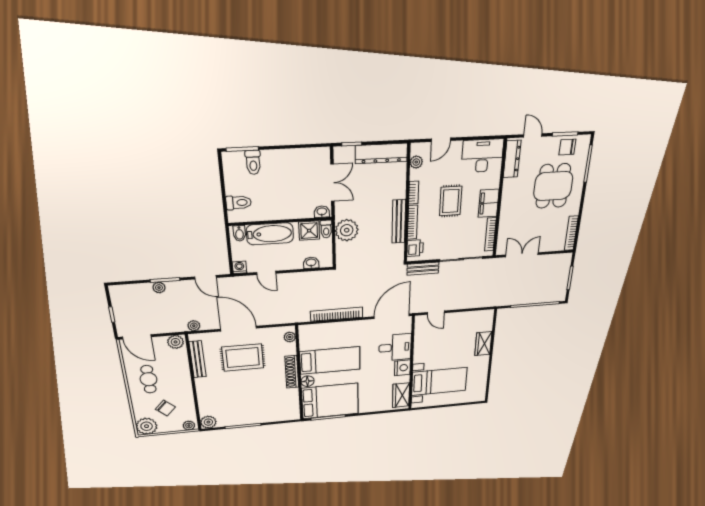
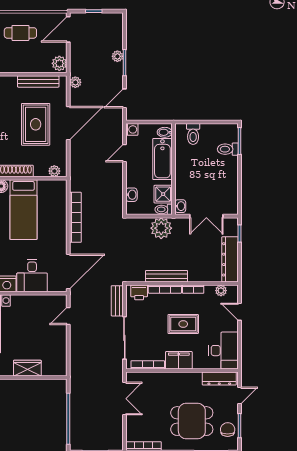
door: (392, 316) -> (68, 272), hinge flipped

